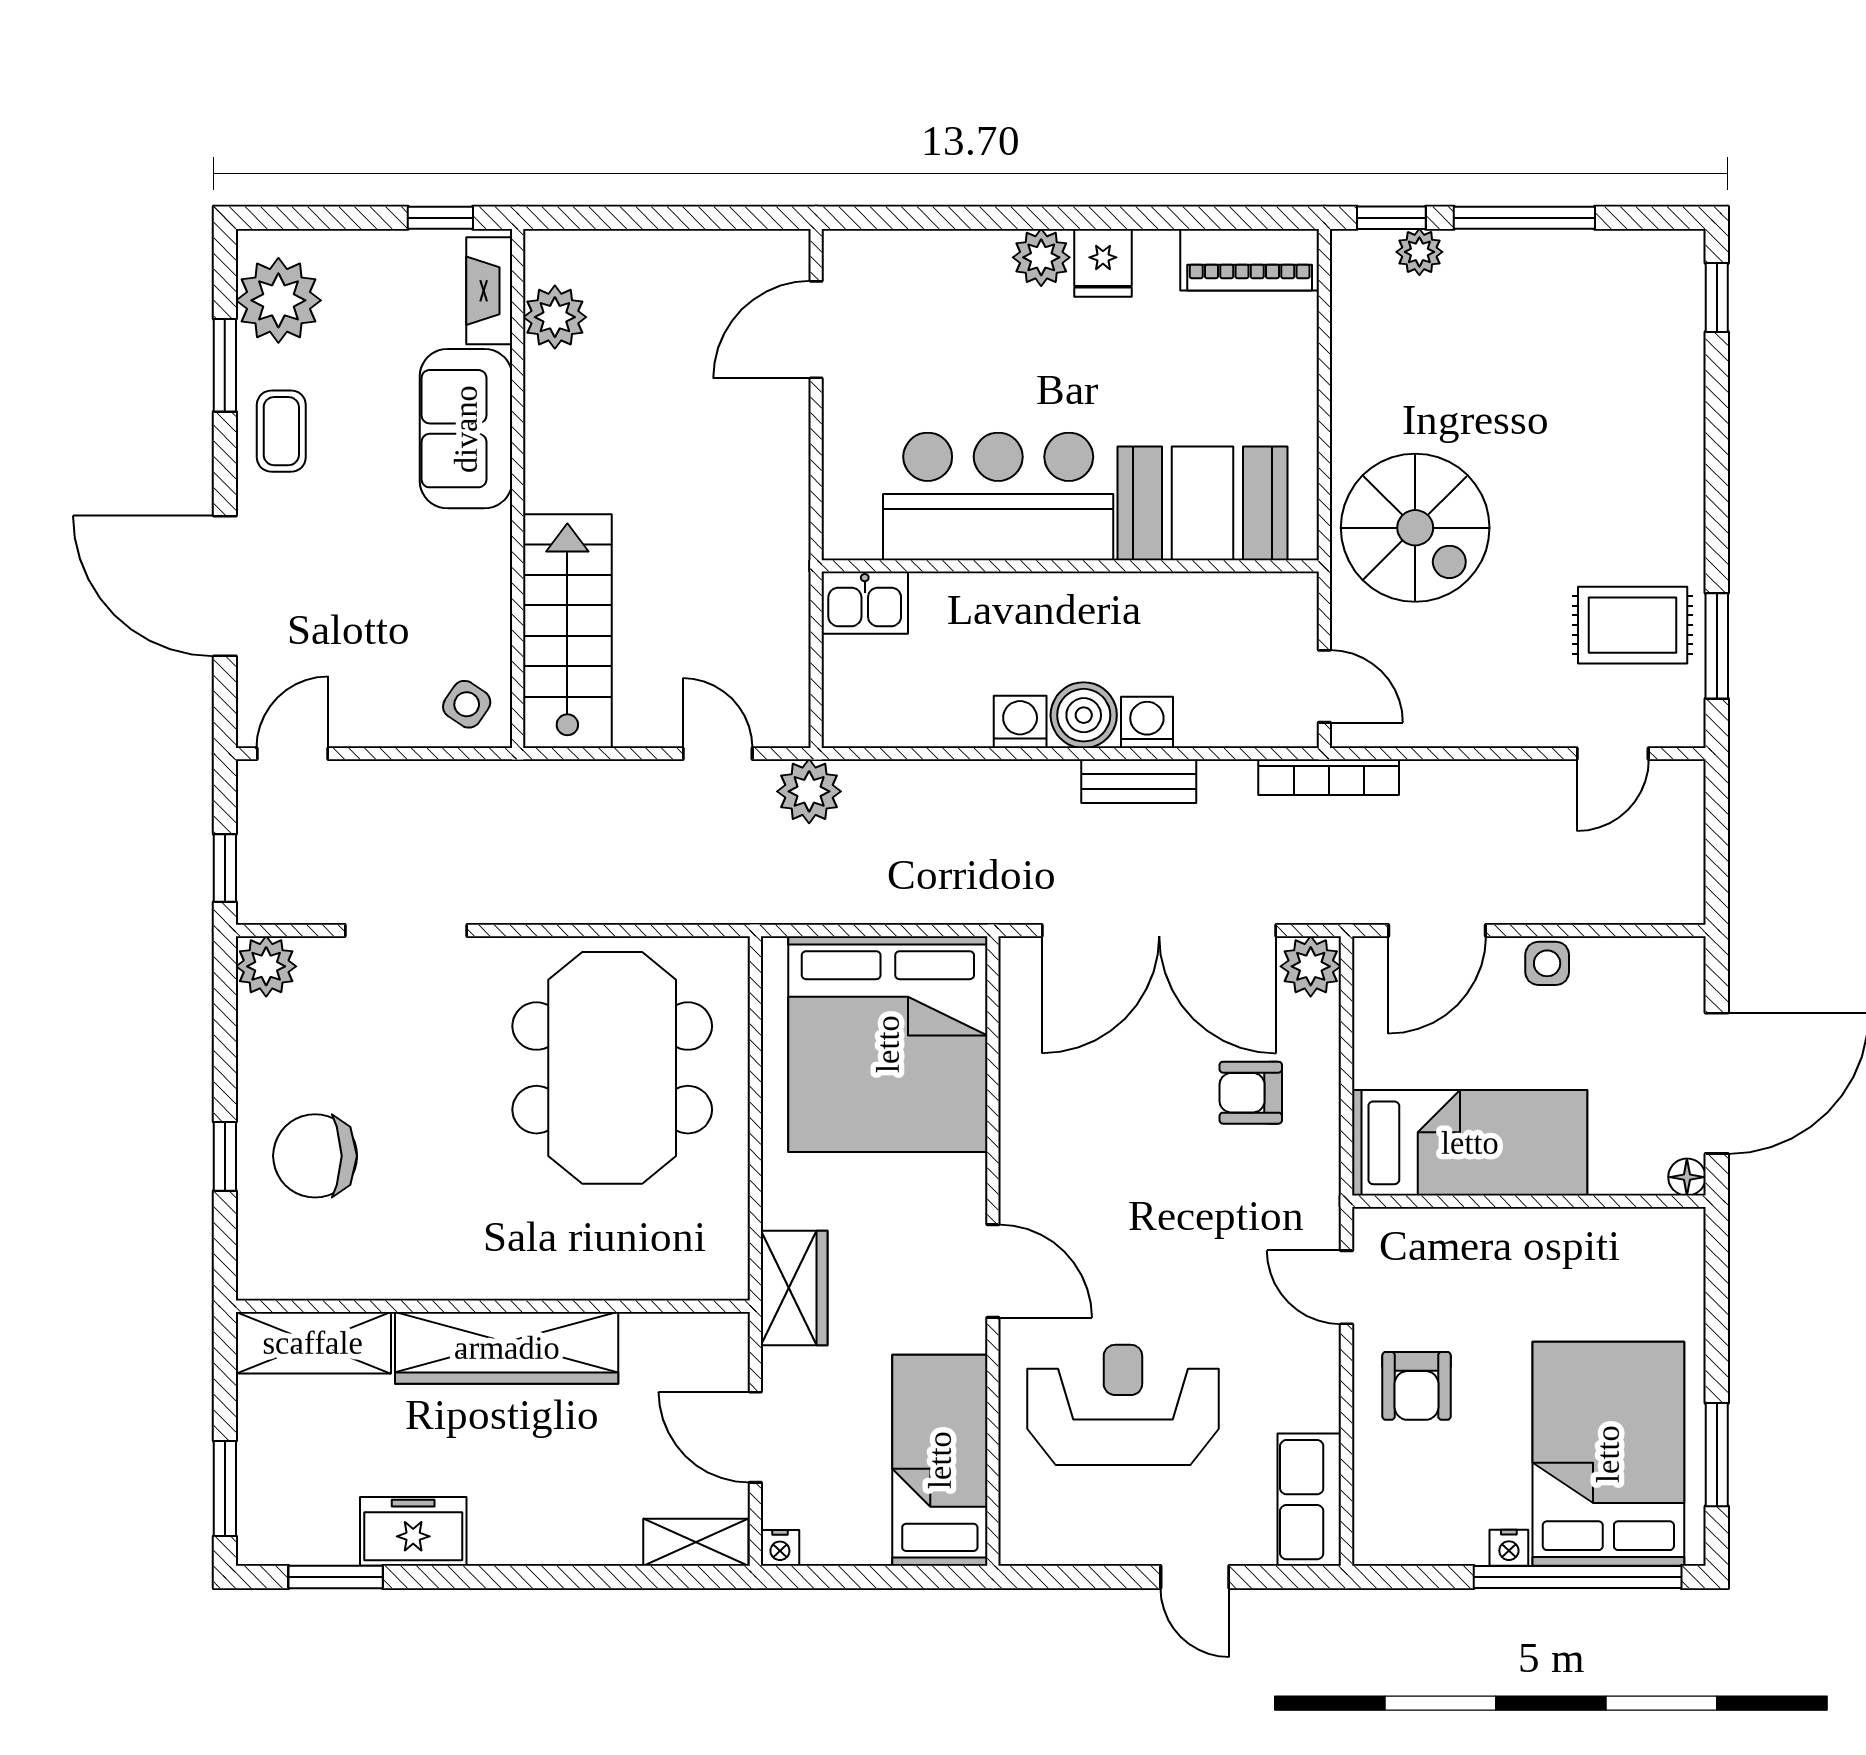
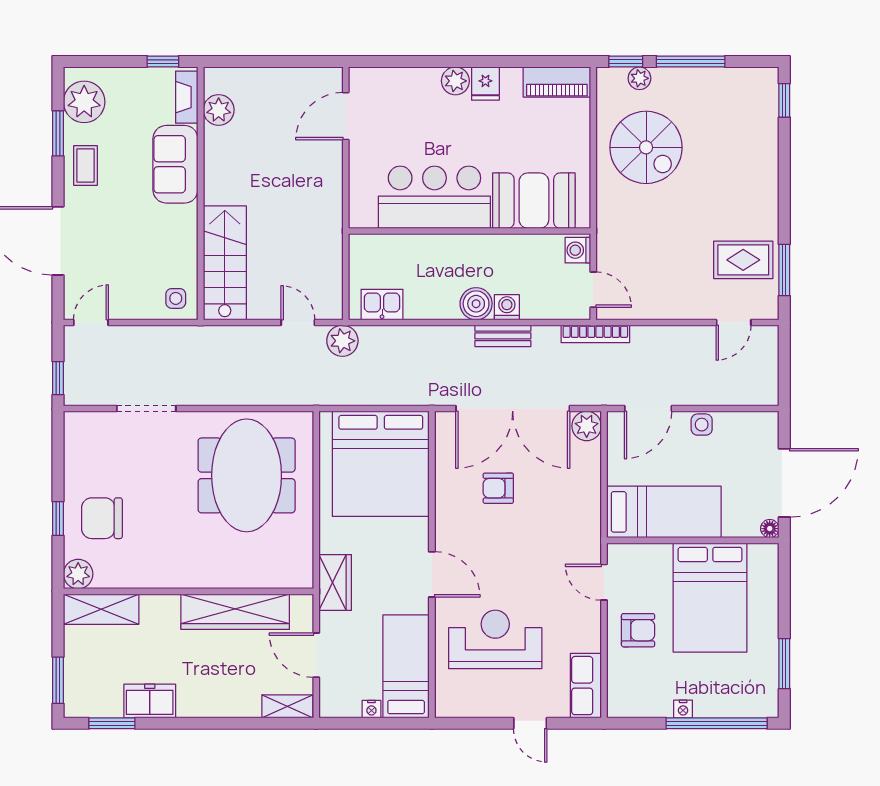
spiral stairs: (1415, 528) -> (646, 147), moved
kitchen sink: (865, 603) -> (382, 305), moved, turned 180
side table: (467, 704) -> (176, 298), turned -34
washing machine: (1020, 722) -> (578, 250), moved, turned -90
plant: (266, 966) -> (78, 574), moved
armchair: (1251, 1093) -> (498, 488), moved
wardrobe: (507, 1348) -> (235, 612), moved
armchair: (1417, 1386) -> (638, 630), turned -90
bed: (1608, 1454) -> (710, 598), moved, turned 180
nightstand: (780, 1548) -> (371, 709), moved

